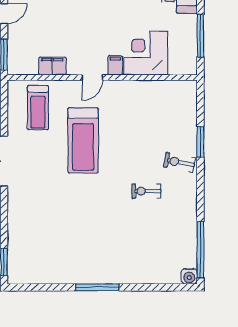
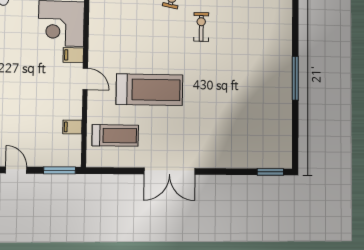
filing cabinet: (52, 66) -> (72, 127), width x0.50
exercise bike: (146, 191) -> (201, 27), turned 180

